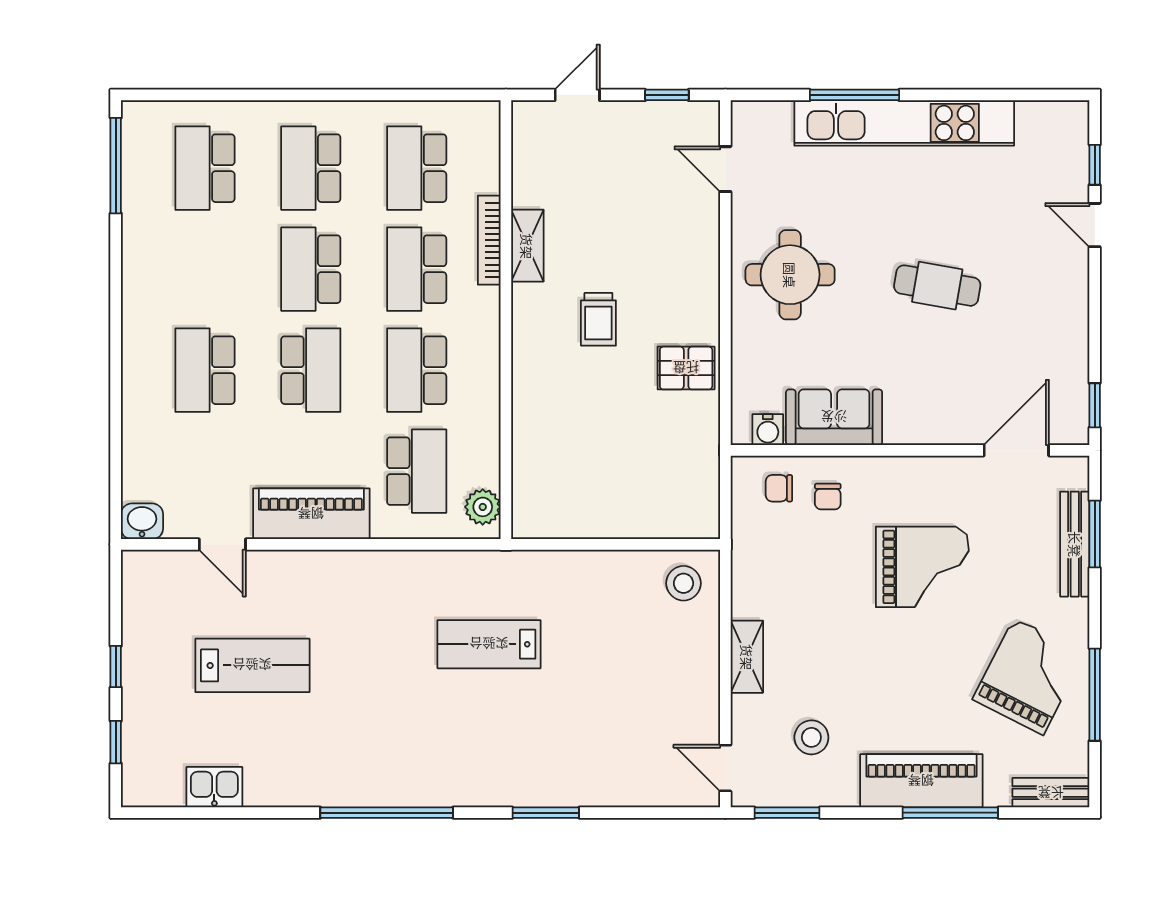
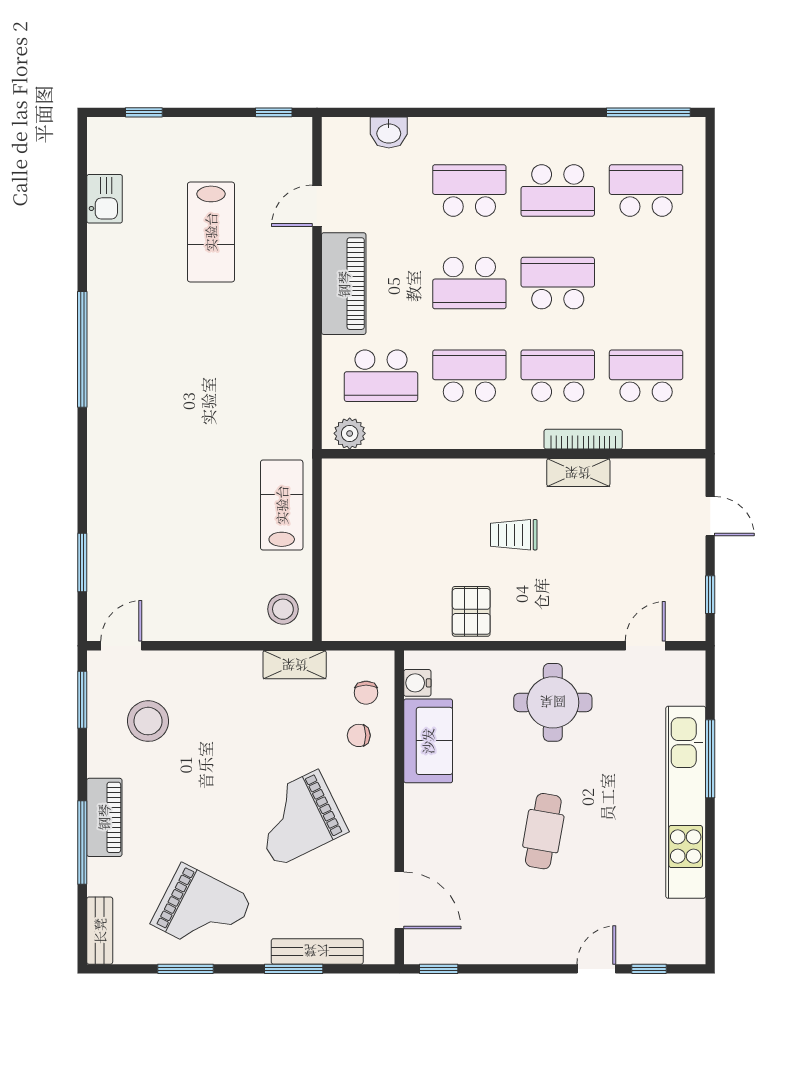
school desk: (311, 168) -> (558, 190), moved, turned 180
chair: (779, 488) -> (366, 693), turned 180
washbasin: (142, 521) -> (389, 133), moved, turned 90
window: (1095, 534) -> (294, 969), moved
grand piano: (922, 567) -> (297, 818), turned 64
lab bench: (489, 644) -> (282, 505), moved
shelving: (747, 657) -> (295, 665), moved
window: (116, 667) -> (274, 112), moved
window: (1095, 695) -> (185, 969), width x0.69
stool: (811, 737) -> (148, 721), width x1.38, depth x1.38
piano: (921, 781) -> (104, 817), width x0.73, depth x0.75
window: (546, 813) -> (82, 562), moved

